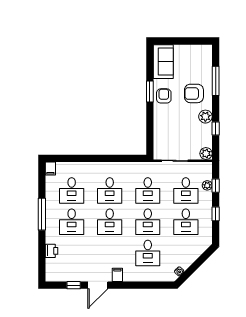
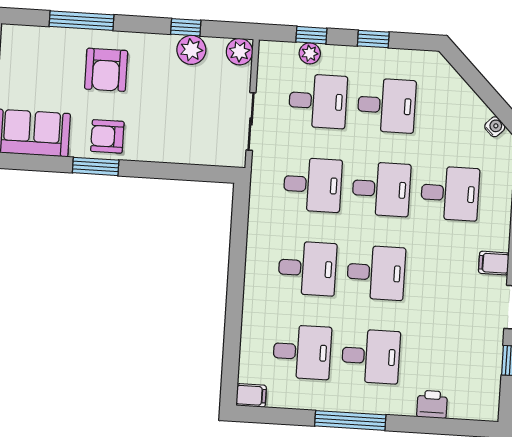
plant: (205, 117) -> (191, 50), moved

